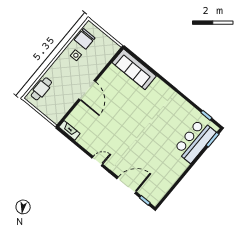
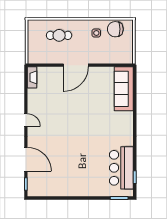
cafe table: (41, 89) -> (59, 35), moved
bar counter: (195, 141) -> (121, 168), moved, turned -90

